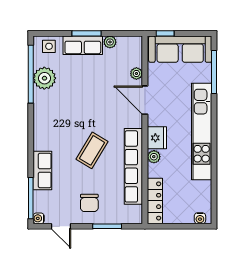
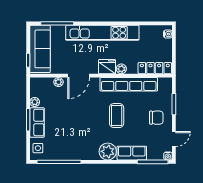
plant: (44, 78) -> (108, 151), moved
coffee table: (92, 150) -> (117, 116), turned 59

